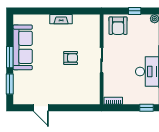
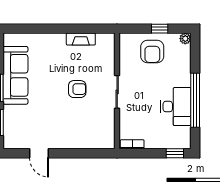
fireplace: (61, 19) -> (81, 39), moved
armchair: (118, 26) -> (152, 52), moved

